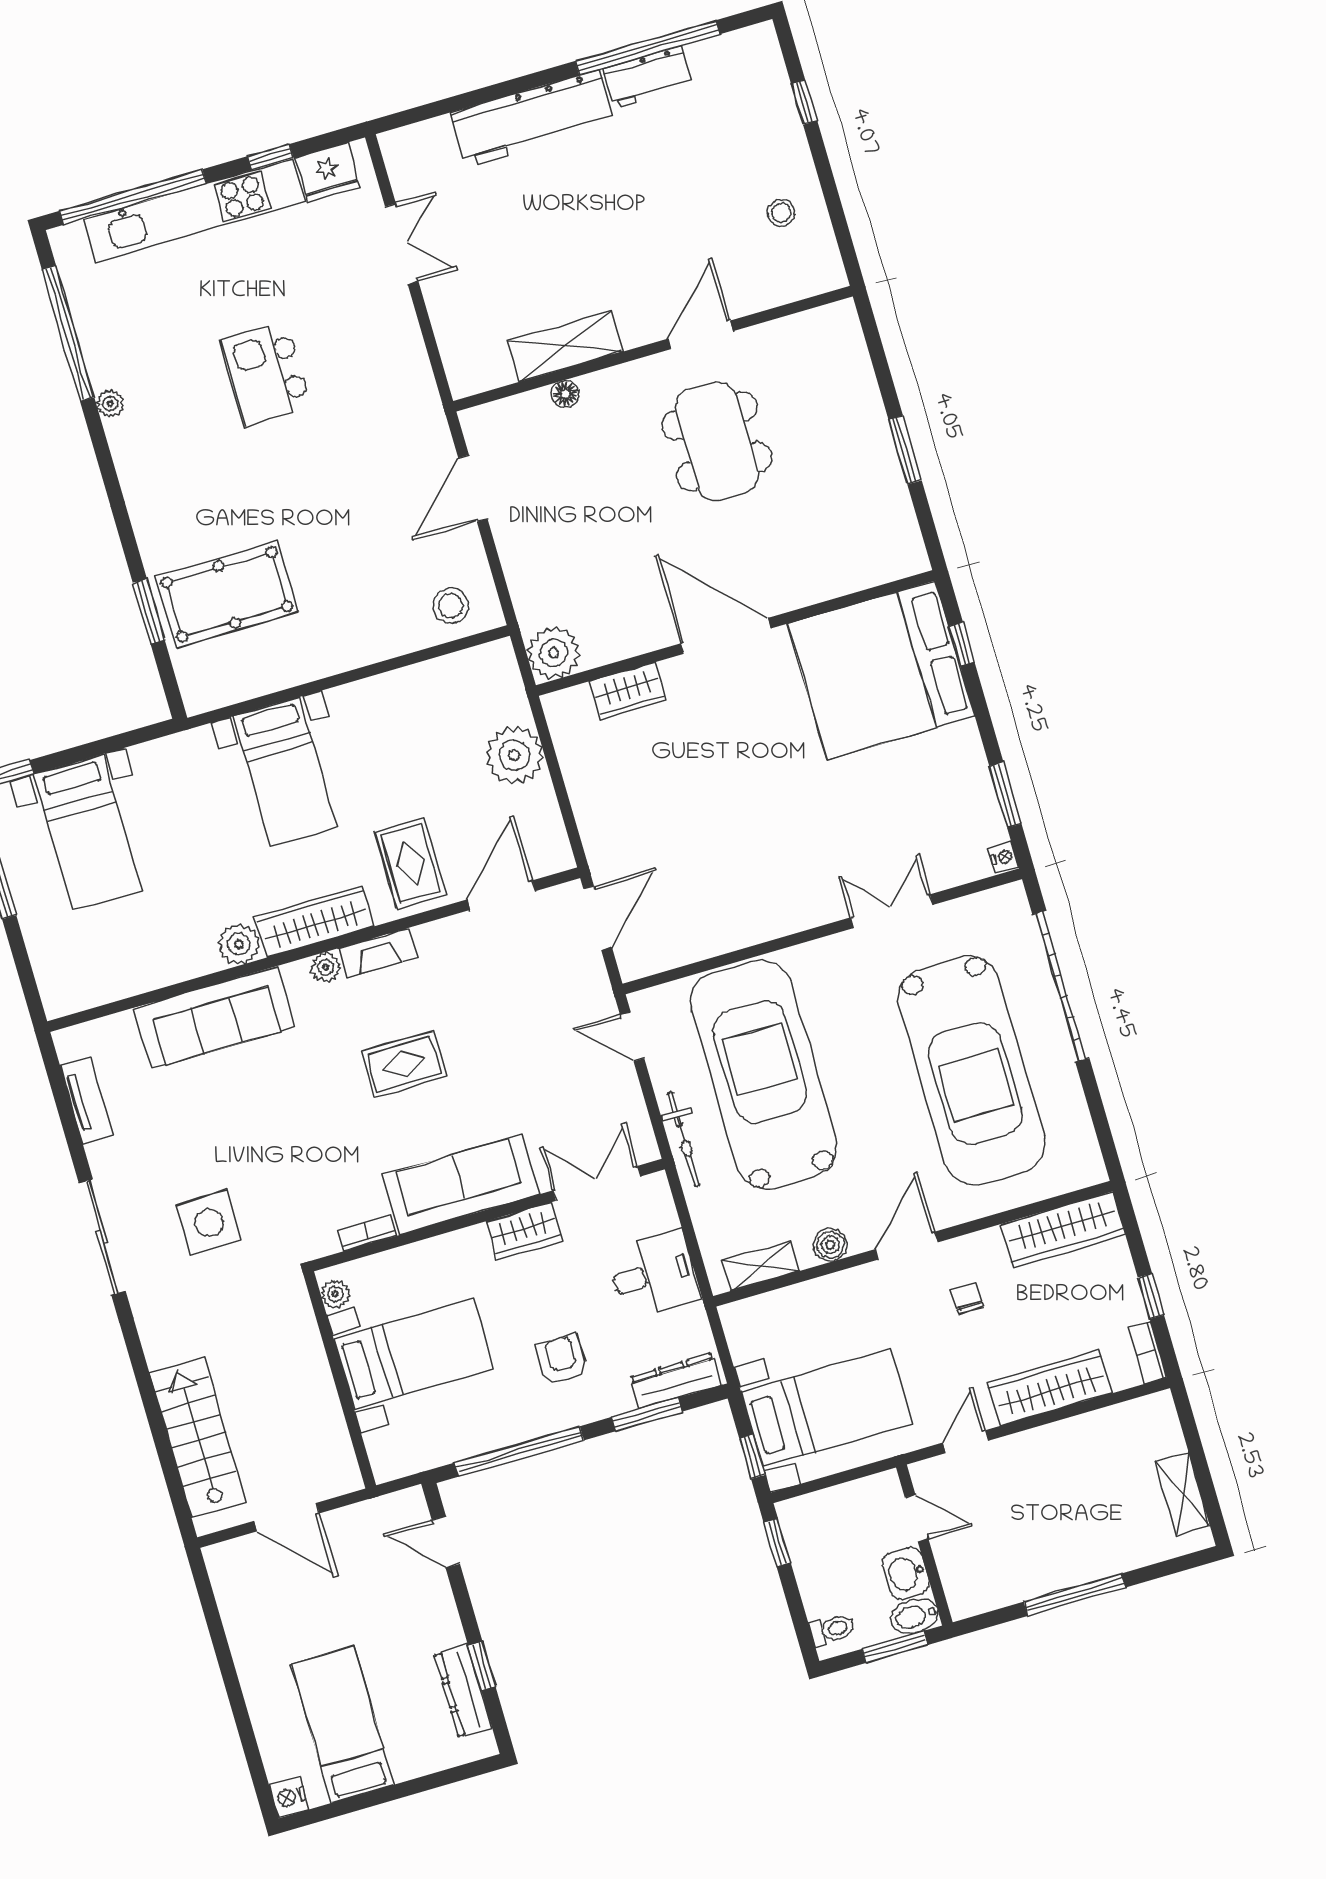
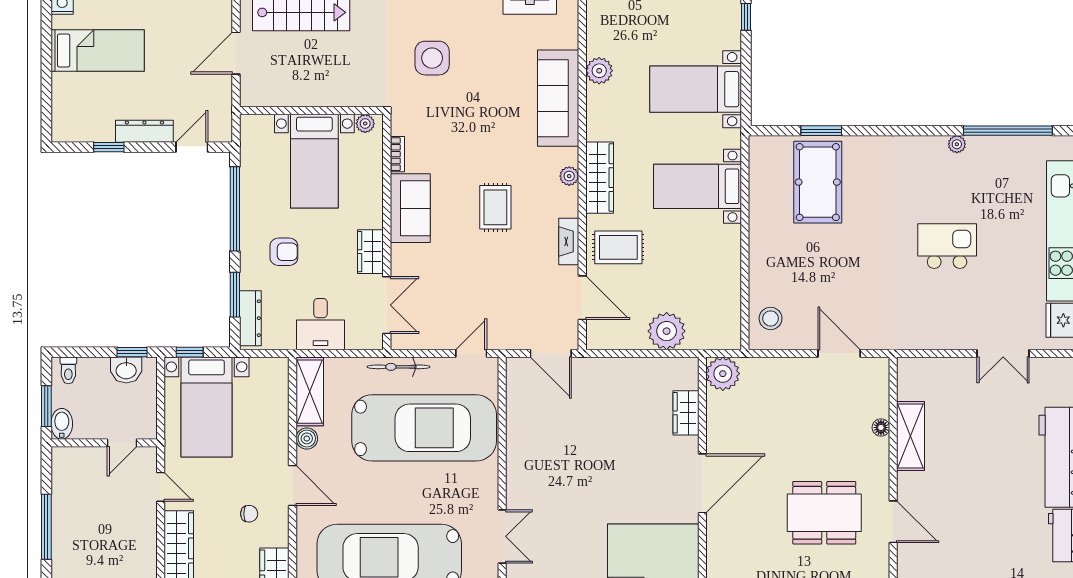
bed with nightstands: (88, 832) -> (696, 89), moved
plant: (239, 944) -> (599, 71), moved
fireplace: (378, 953) -> (569, 242), moved
sofa: (461, 1185) -> (410, 208), width x0.73
shelving: (761, 1266) -> (310, 392), width x1.50, depth x1.33
washbasin: (906, 1573) -> (126, 370), moved, turned 180
dresser: (463, 1691) -> (144, 131), moved

